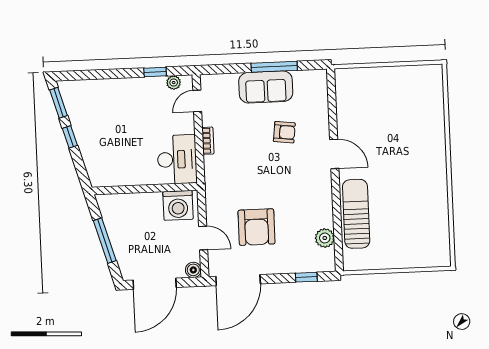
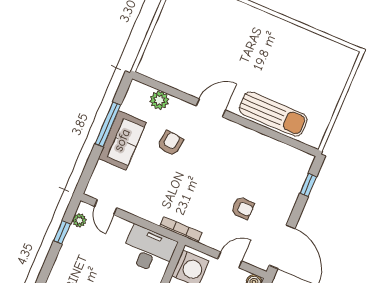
bookcase: (208, 141) -> (181, 230), moved, width x1.56
sun lounger: (356, 214) -> (273, 114), turned 180
armchair: (256, 227) -> (243, 208), width x0.53, depth x0.53
plant: (325, 238) -> (159, 100), moved

